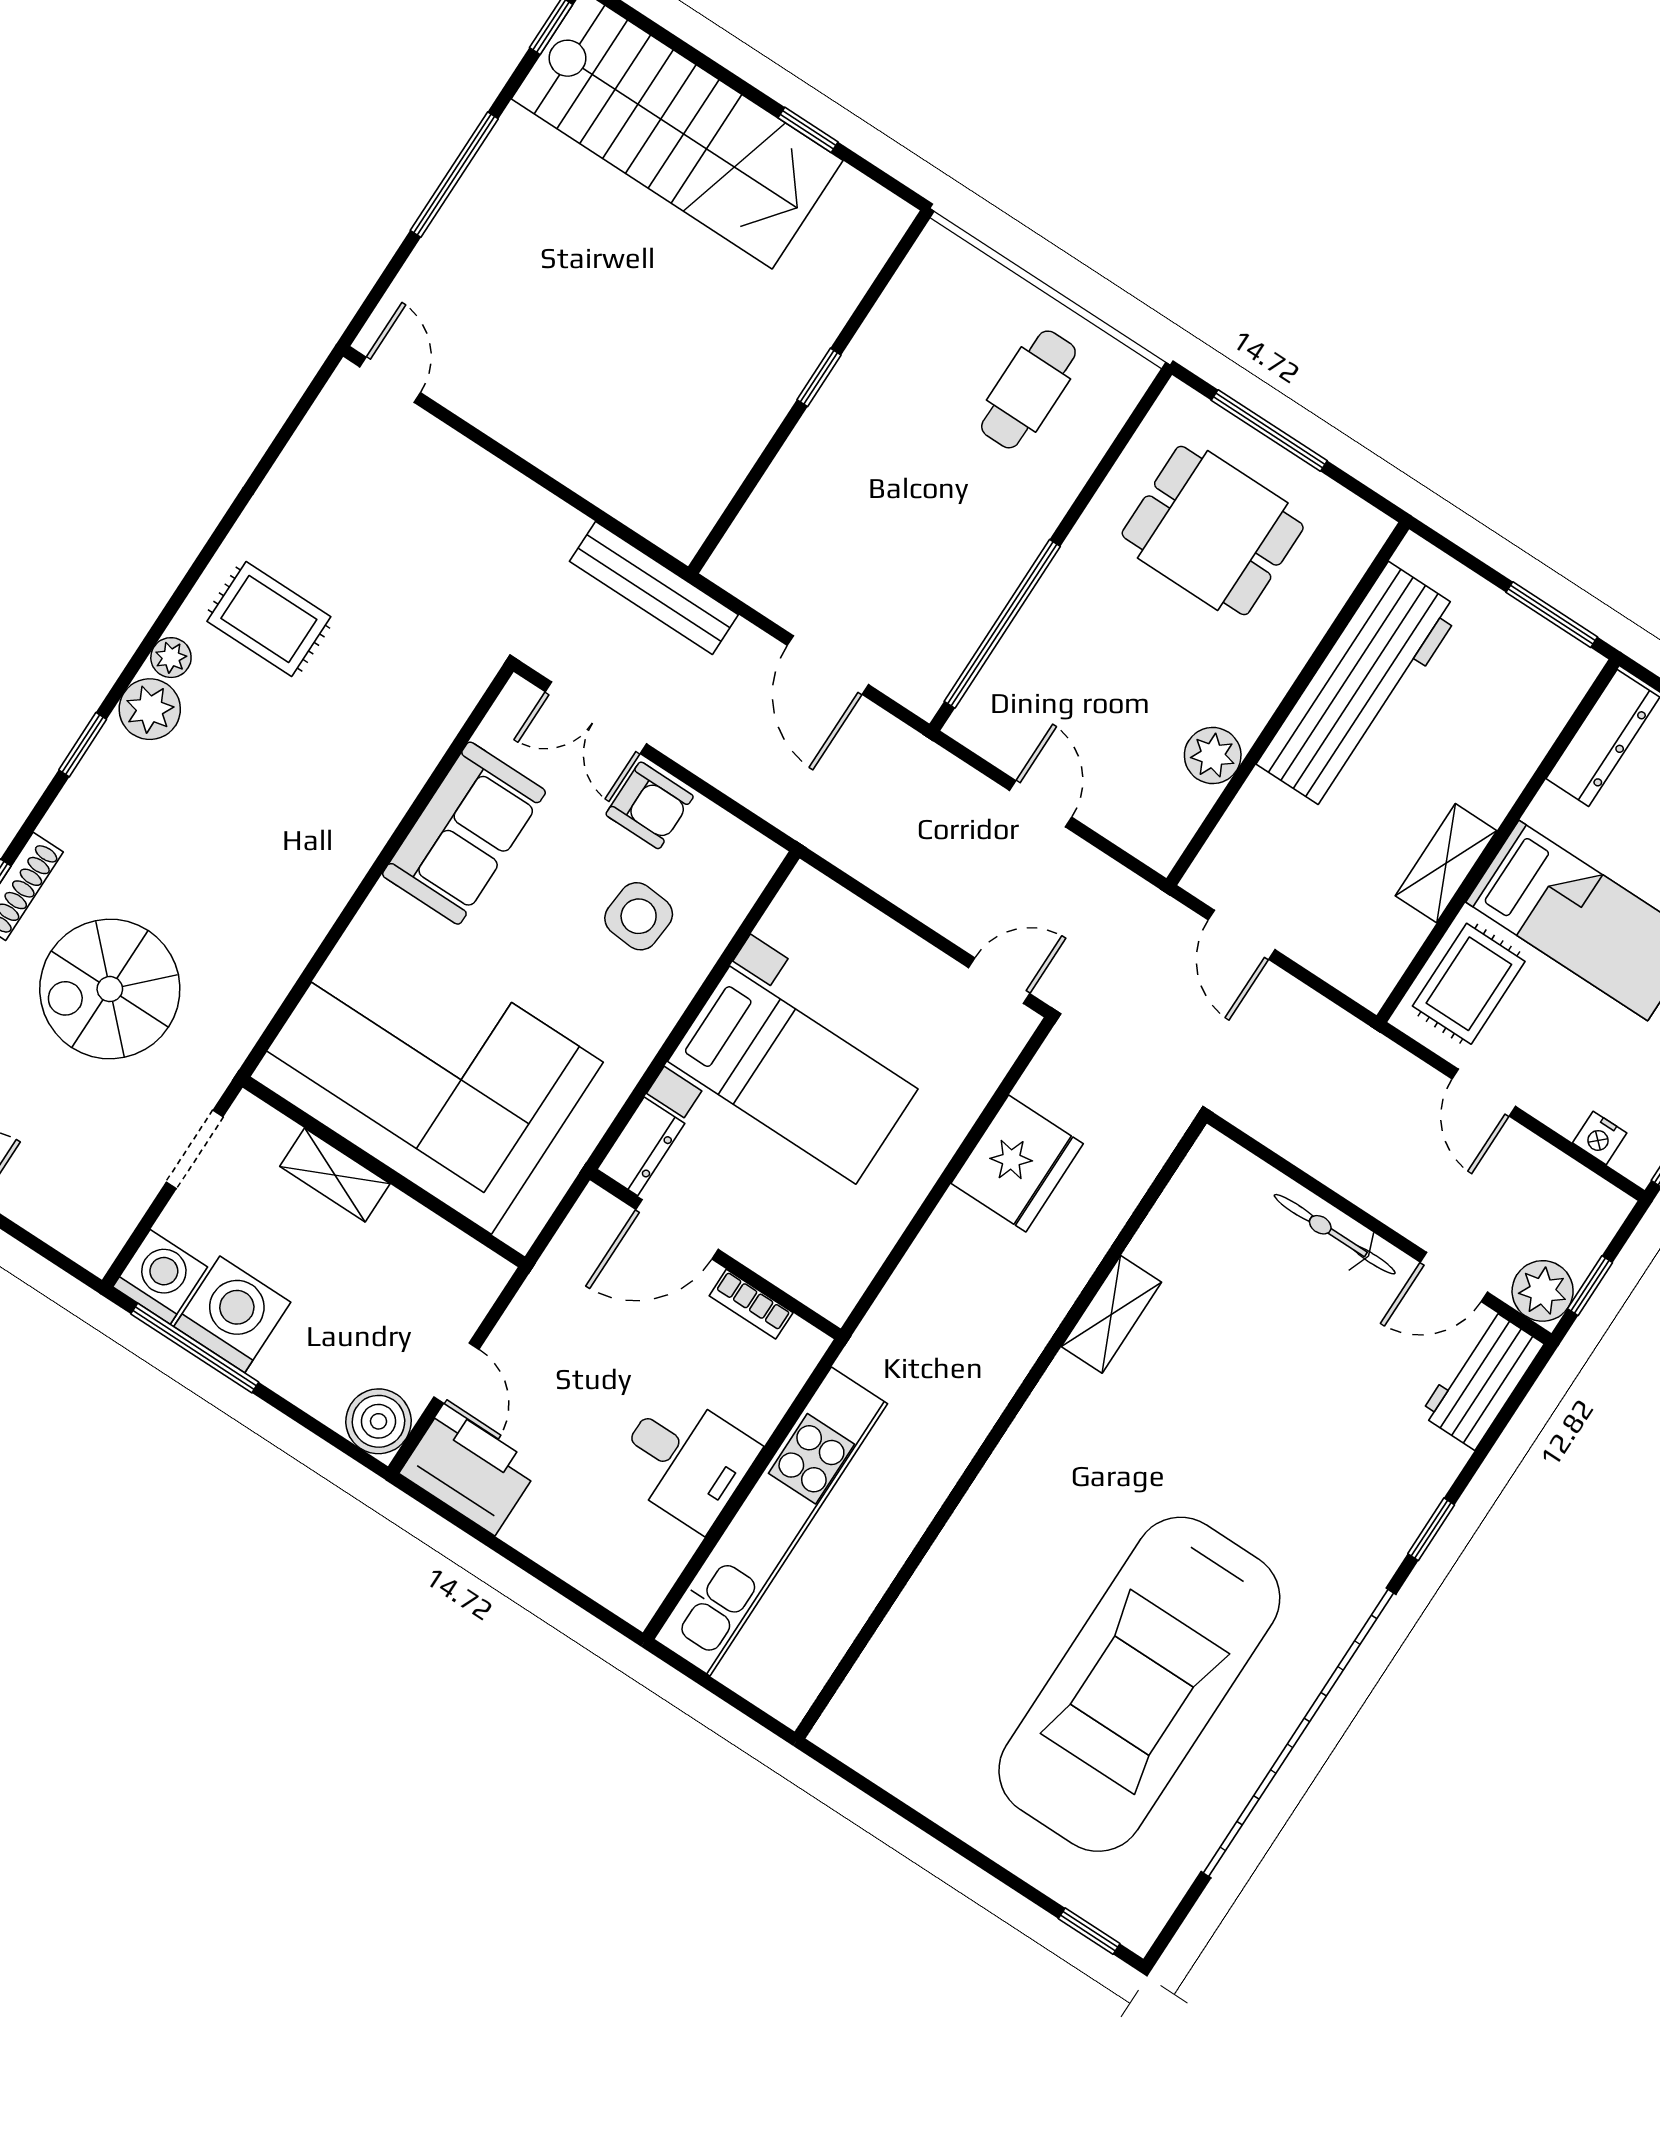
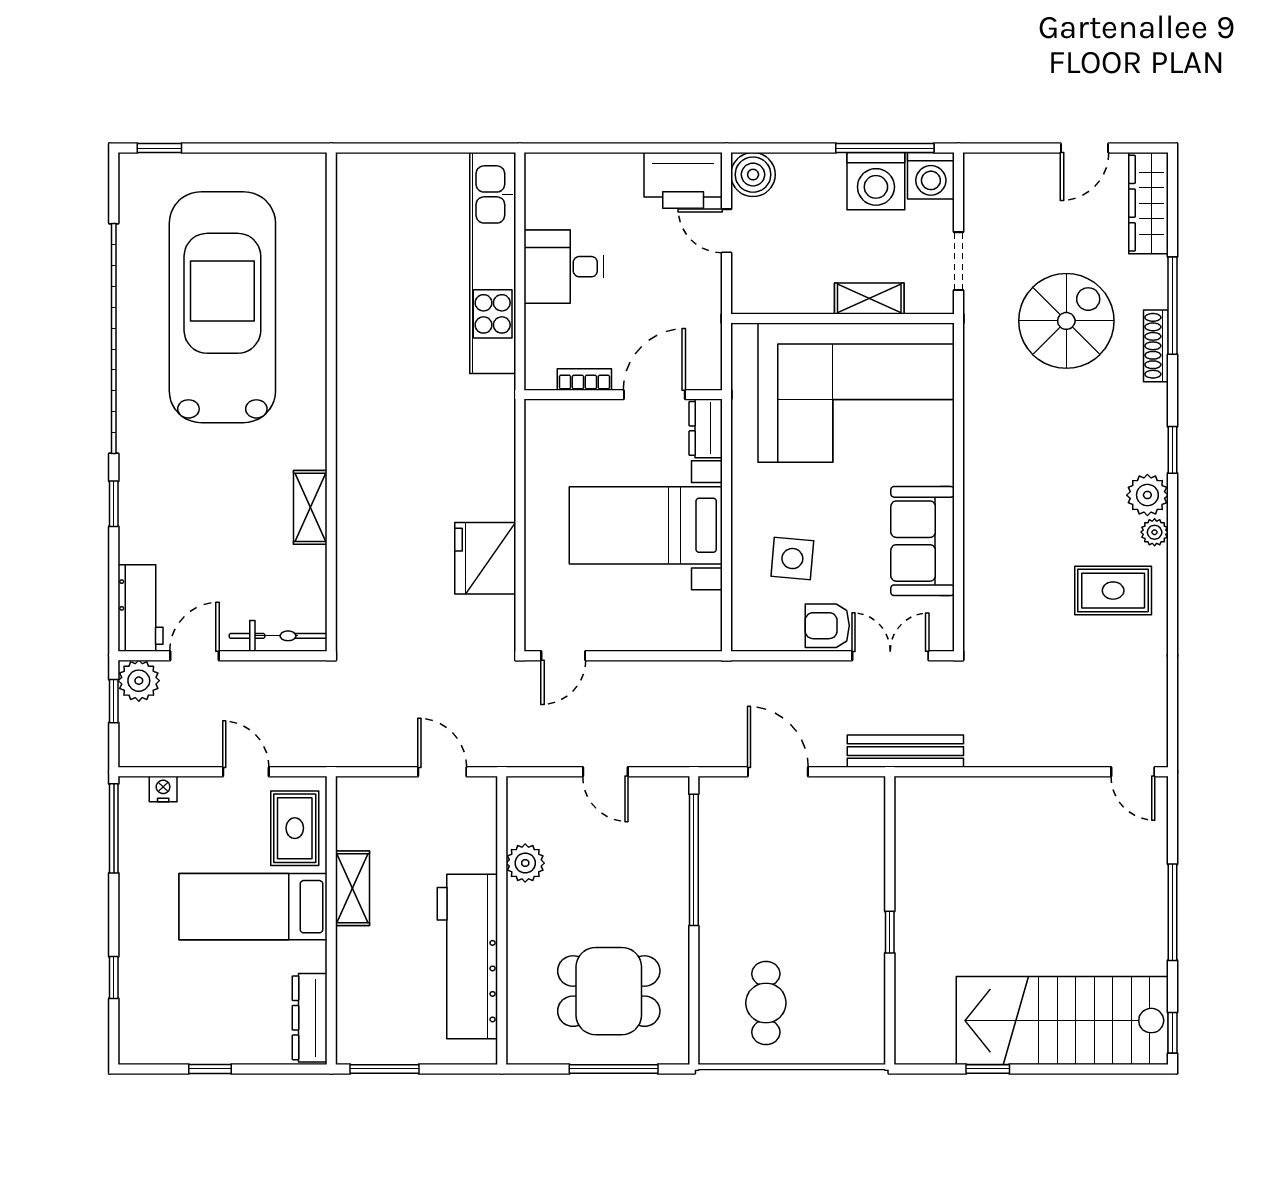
shelving: (1111, 1314) -> (310, 507), moved
wall: (1001, 1428) -> (331, 402), moved

